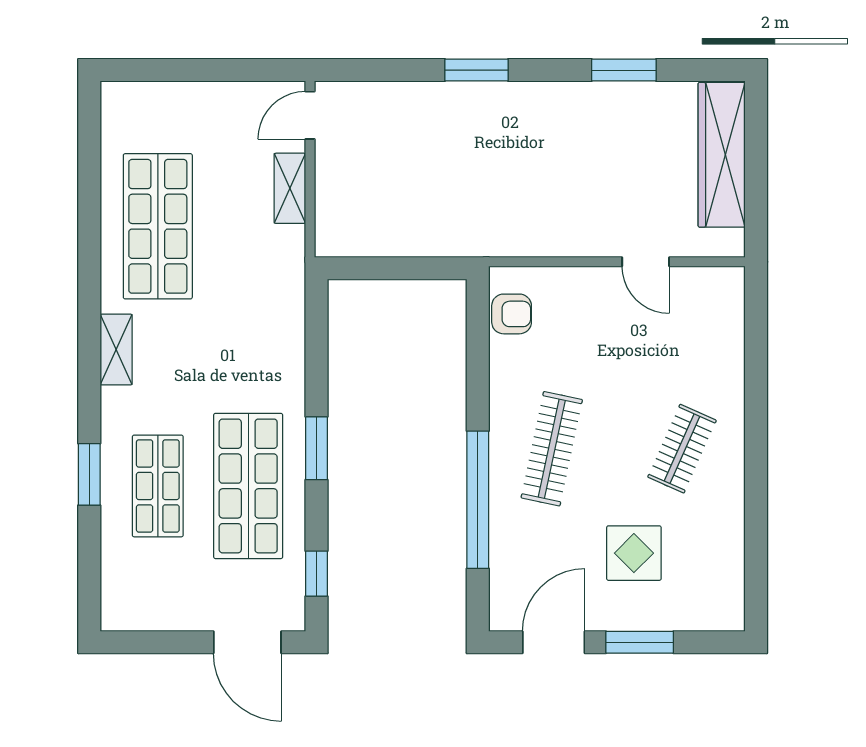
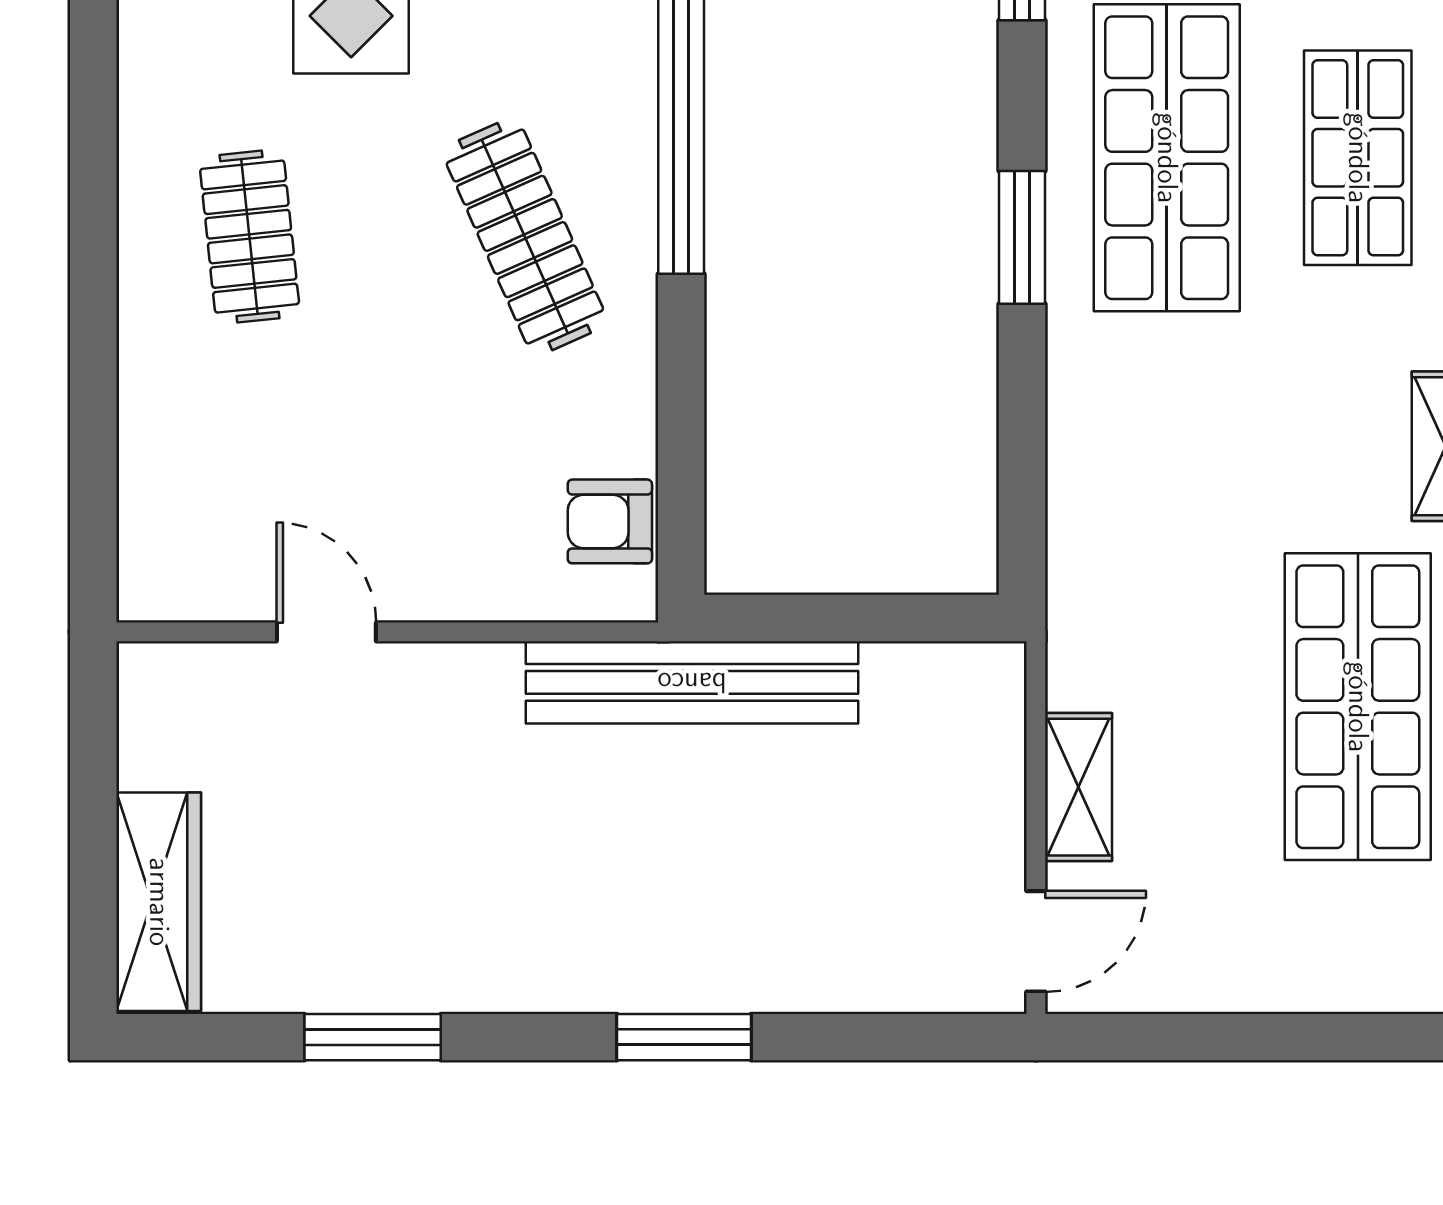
wardrobe: (722, 155) -> (159, 902), width x0.71, depth x0.85
bench: (473, 238) -> (692, 682), added
clothes rail: (552, 449) -> (525, 237), turned -36
clothes rail: (682, 449) -> (250, 237), turned -30

